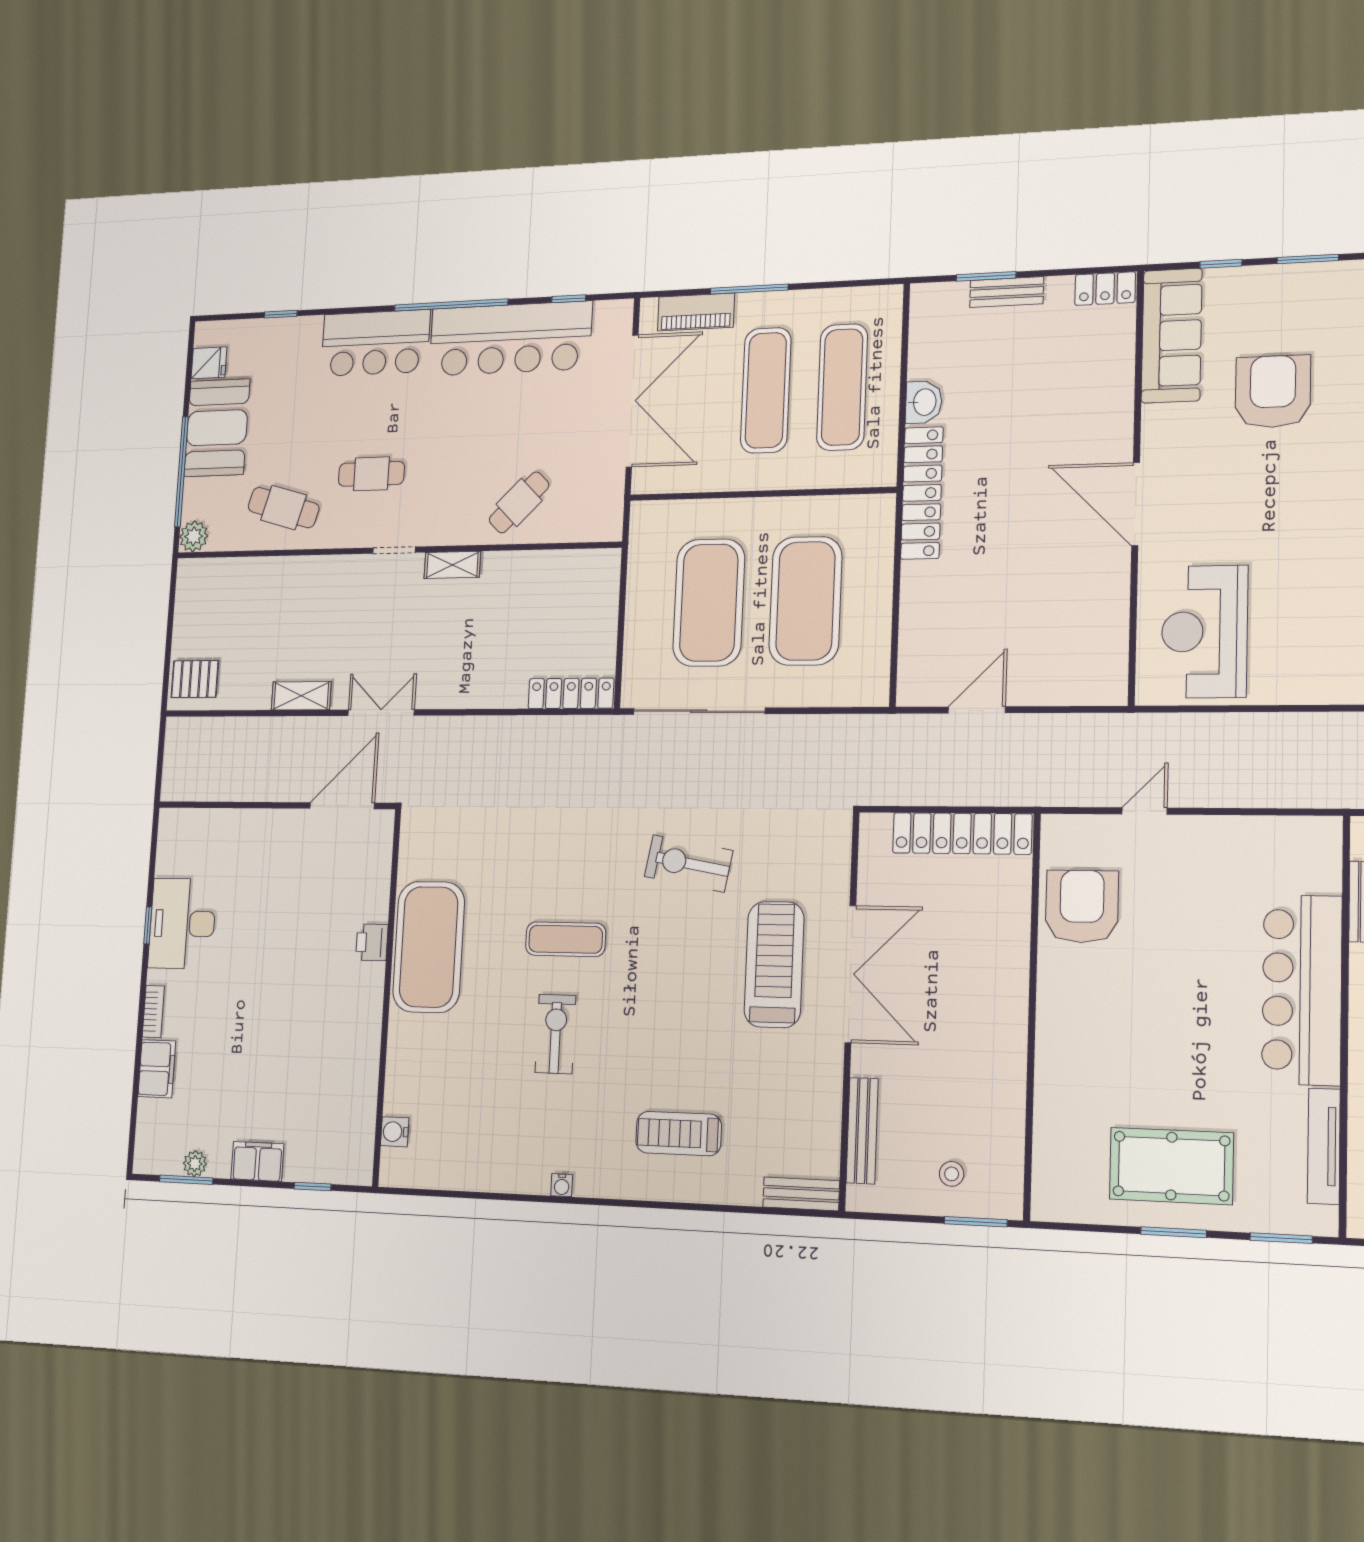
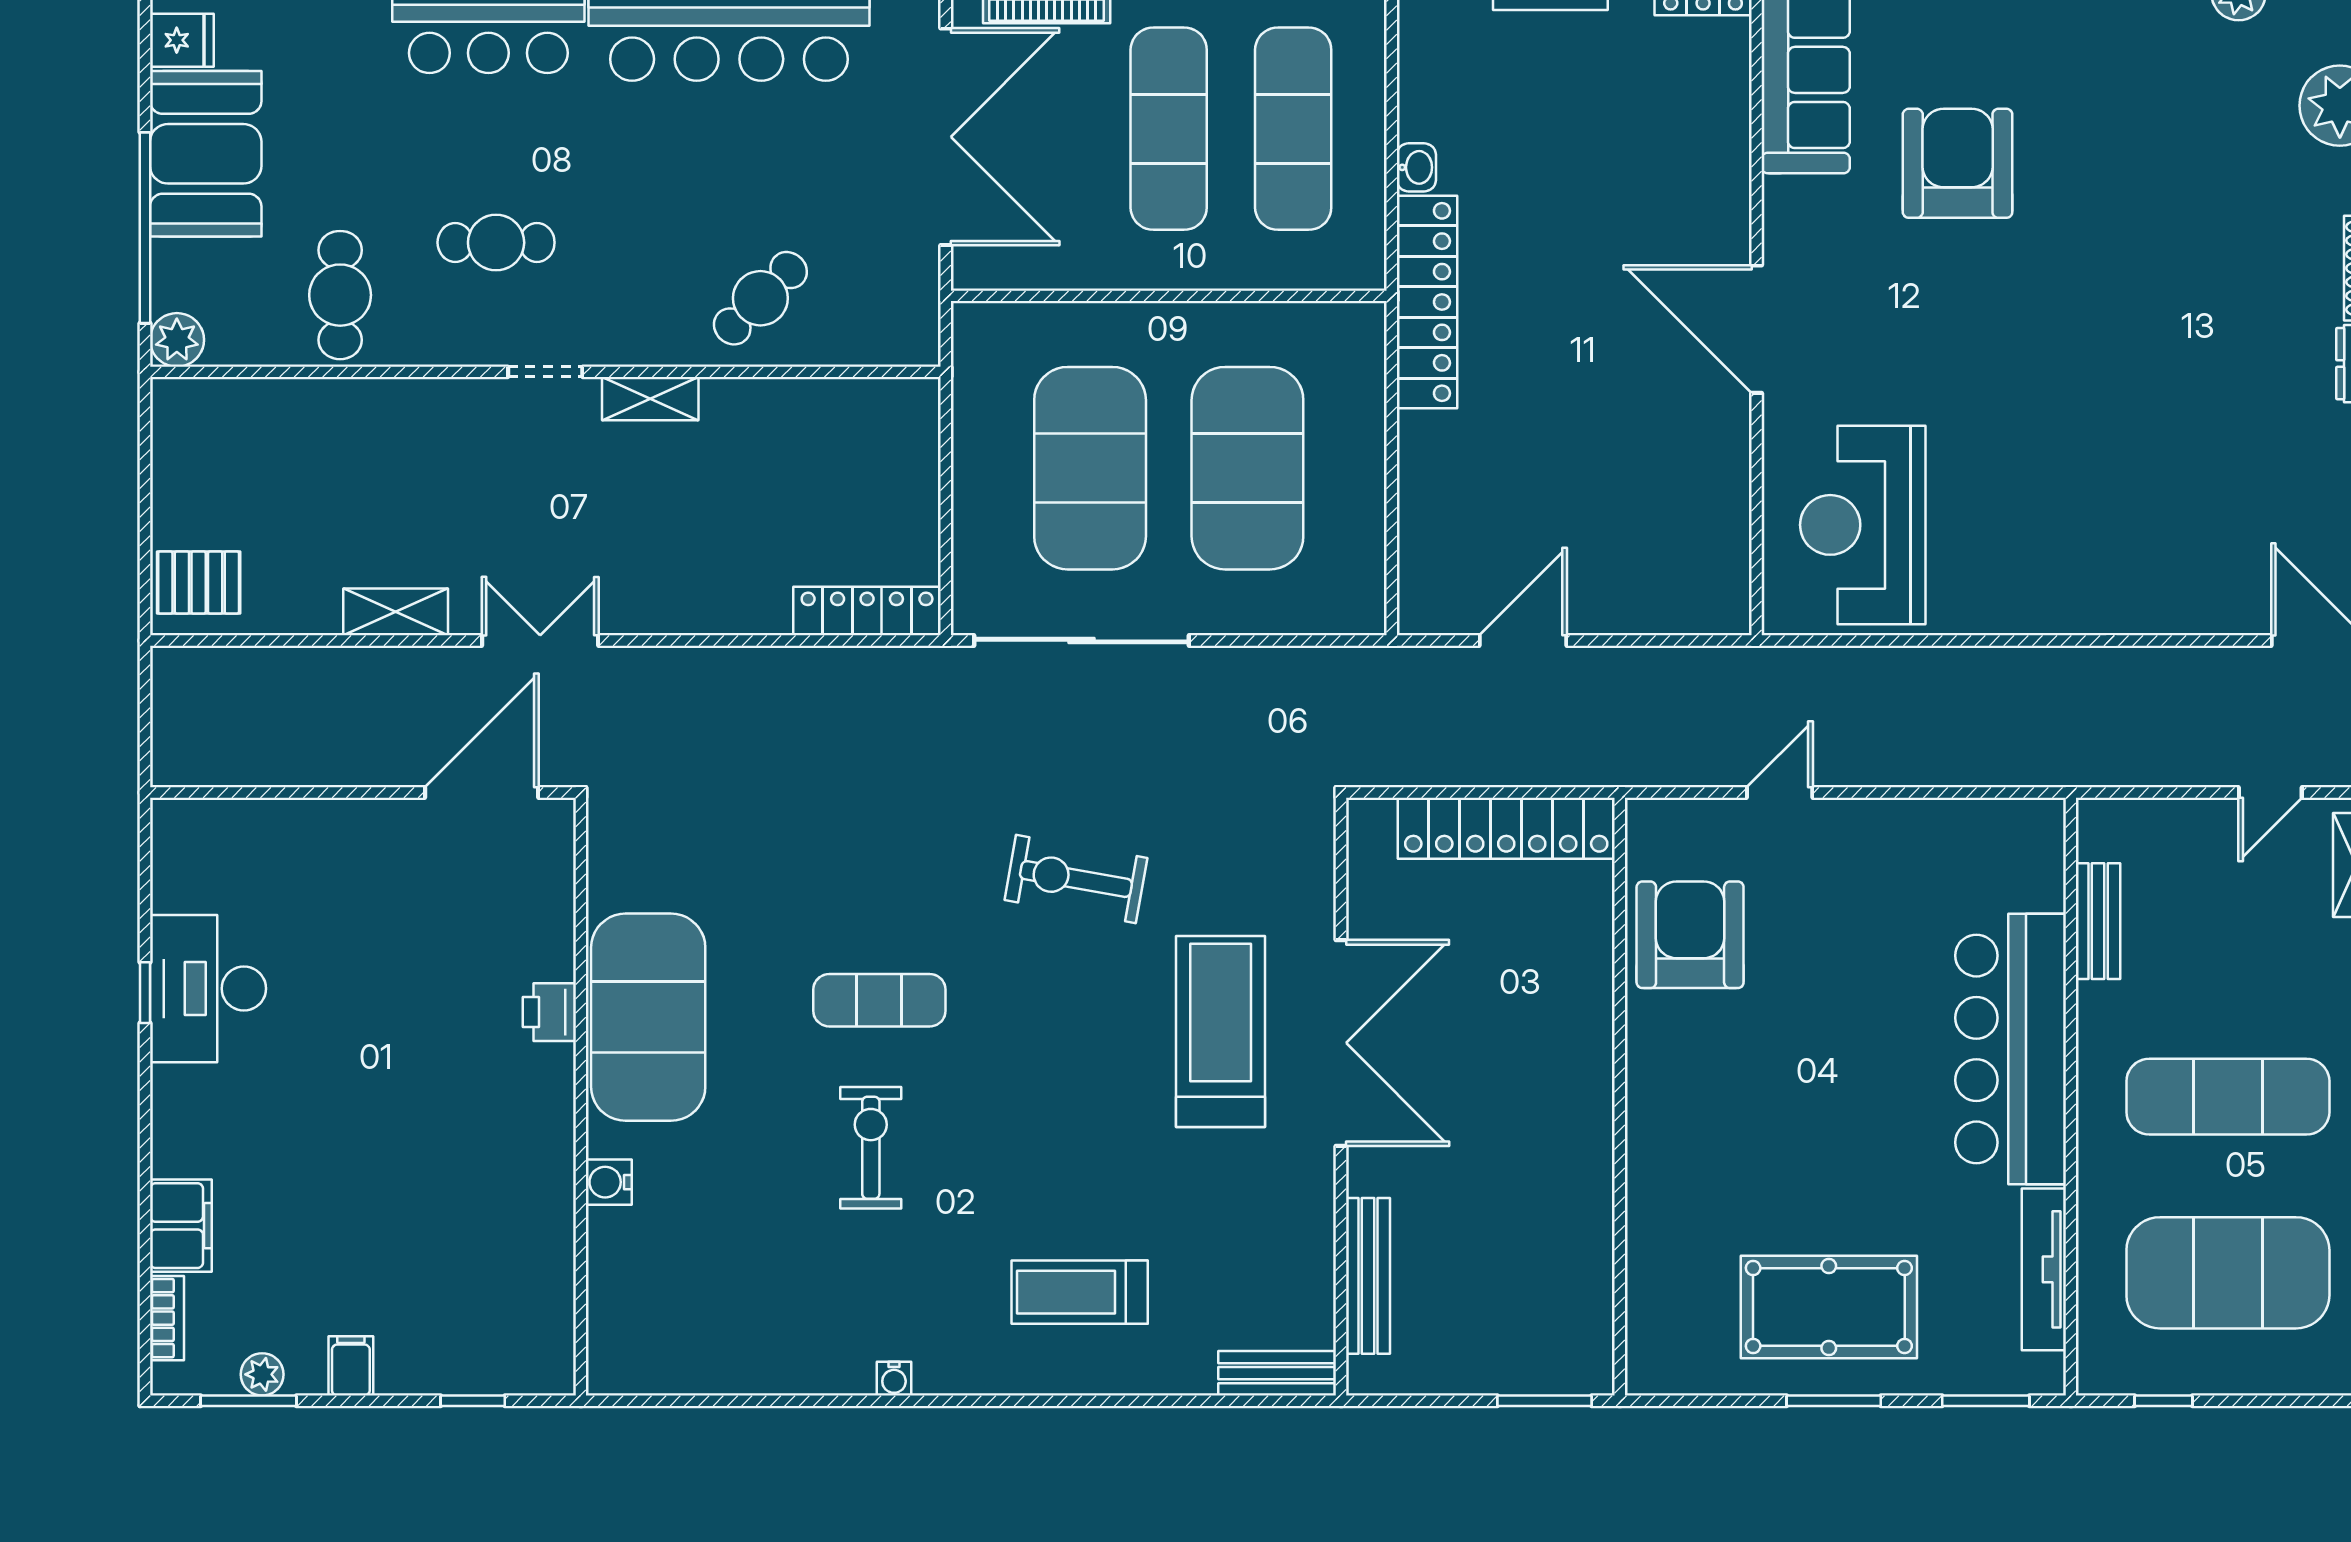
washbasin: (924, 402) -> (1416, 167), width x0.72, depth x0.69
cafe table: (284, 508) -> (340, 295), turned 74
bookcase: (153, 1011) -> (167, 1318), moved
water cooler: (395, 1132) -> (609, 1182), moved
filing cabinet: (257, 1161) -> (351, 1366), width x0.50
stool: (952, 1174) -> (1506, 1333), removed

